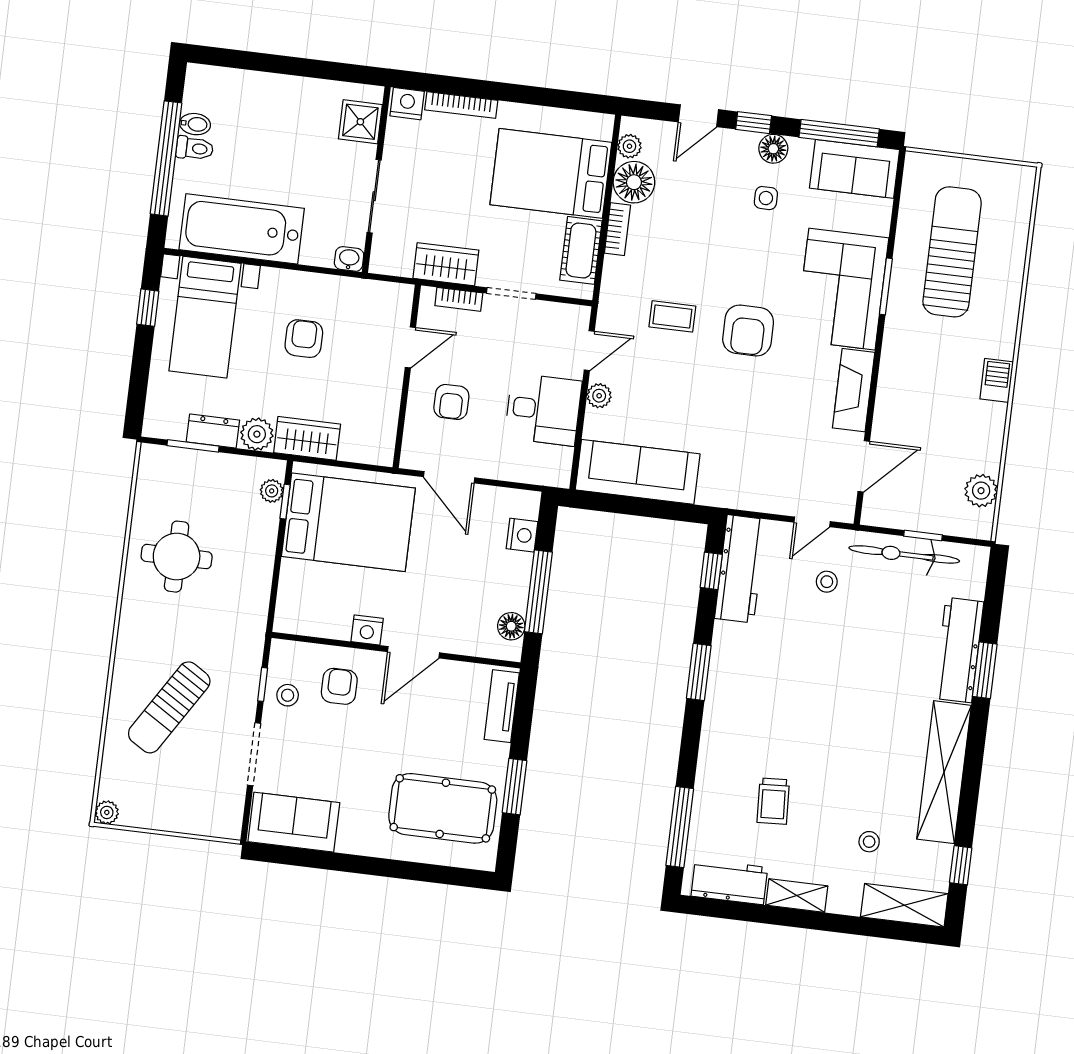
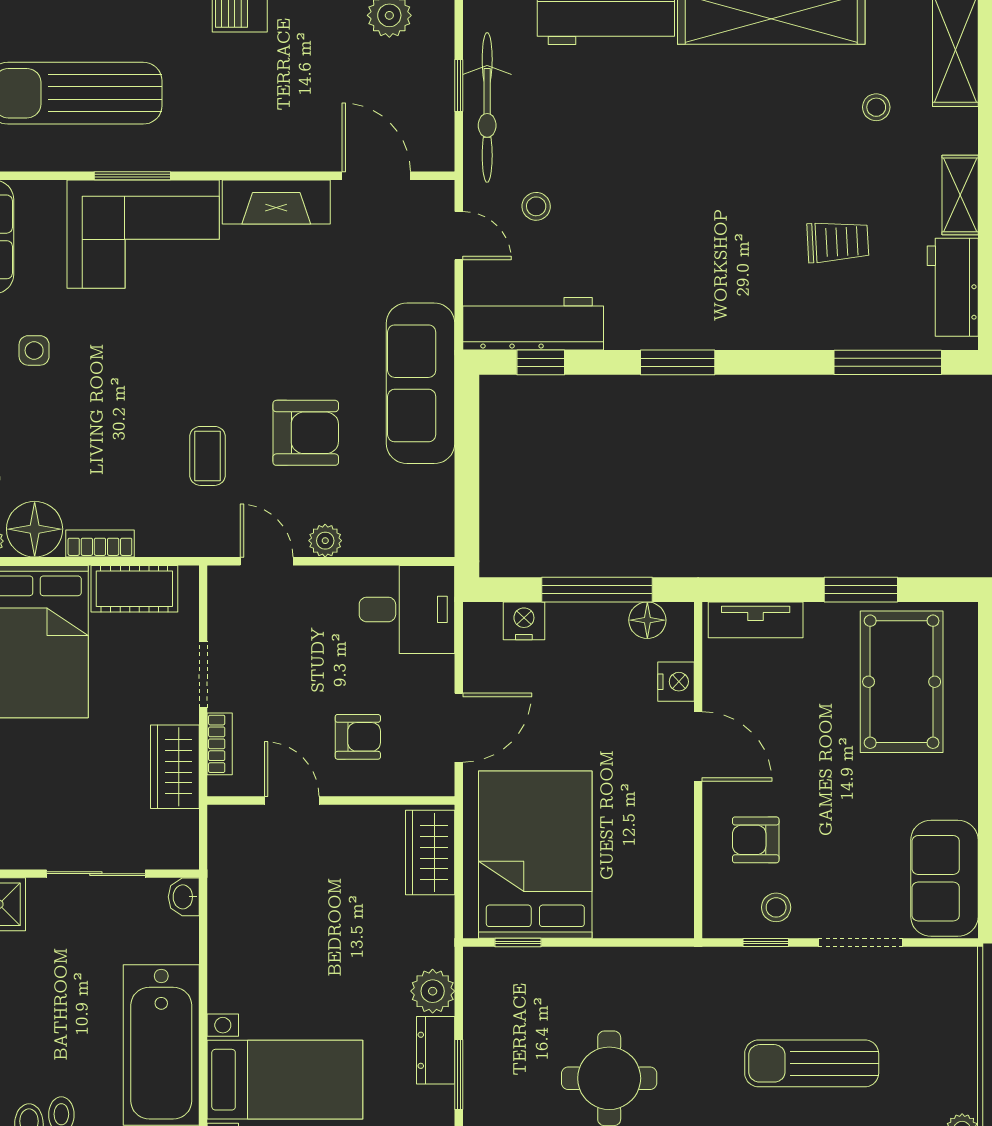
armchair: (748, 330) -> (306, 433), moved
armchair: (304, 339) -> (297, 944), removed
desk: (543, 410) -> (407, 609), moved, turned 90
wardrobe: (307, 438) -> (430, 853), moved
sofa: (638, 472) -> (421, 383), moved
plant: (272, 491) -> (506, 962), removed
nightstand: (367, 630) -> (676, 682), moved
sun lounger: (169, 707) -> (812, 1063), turned 148

